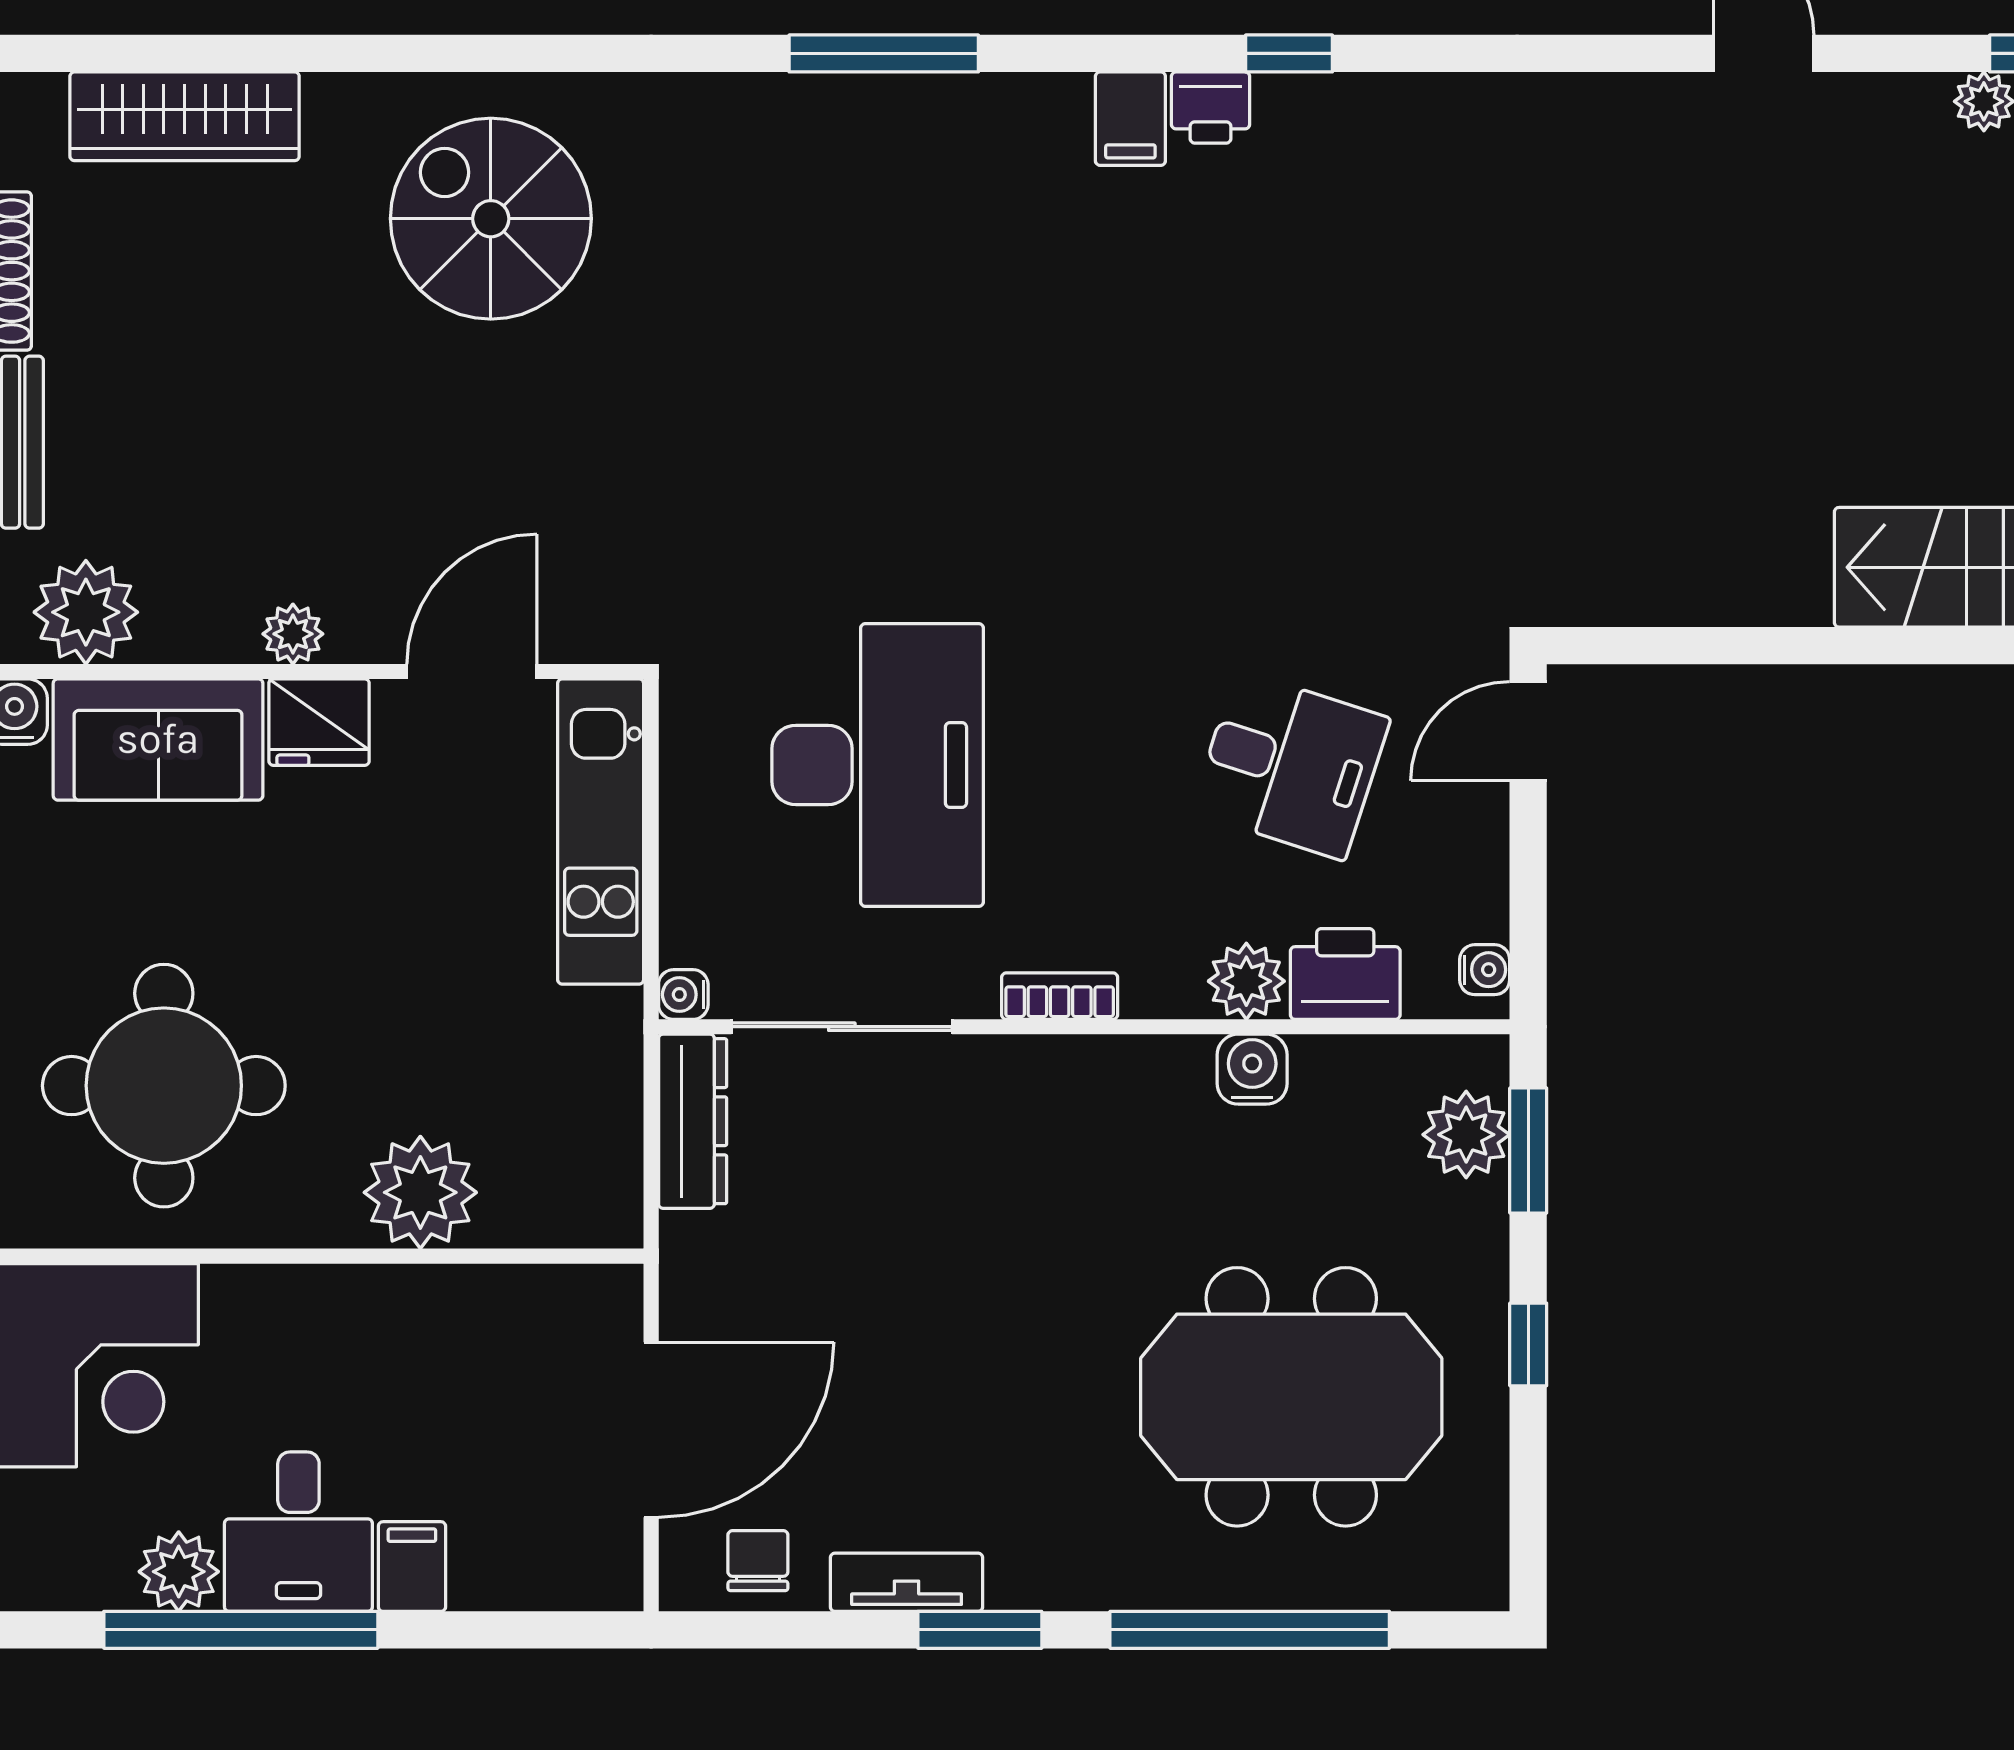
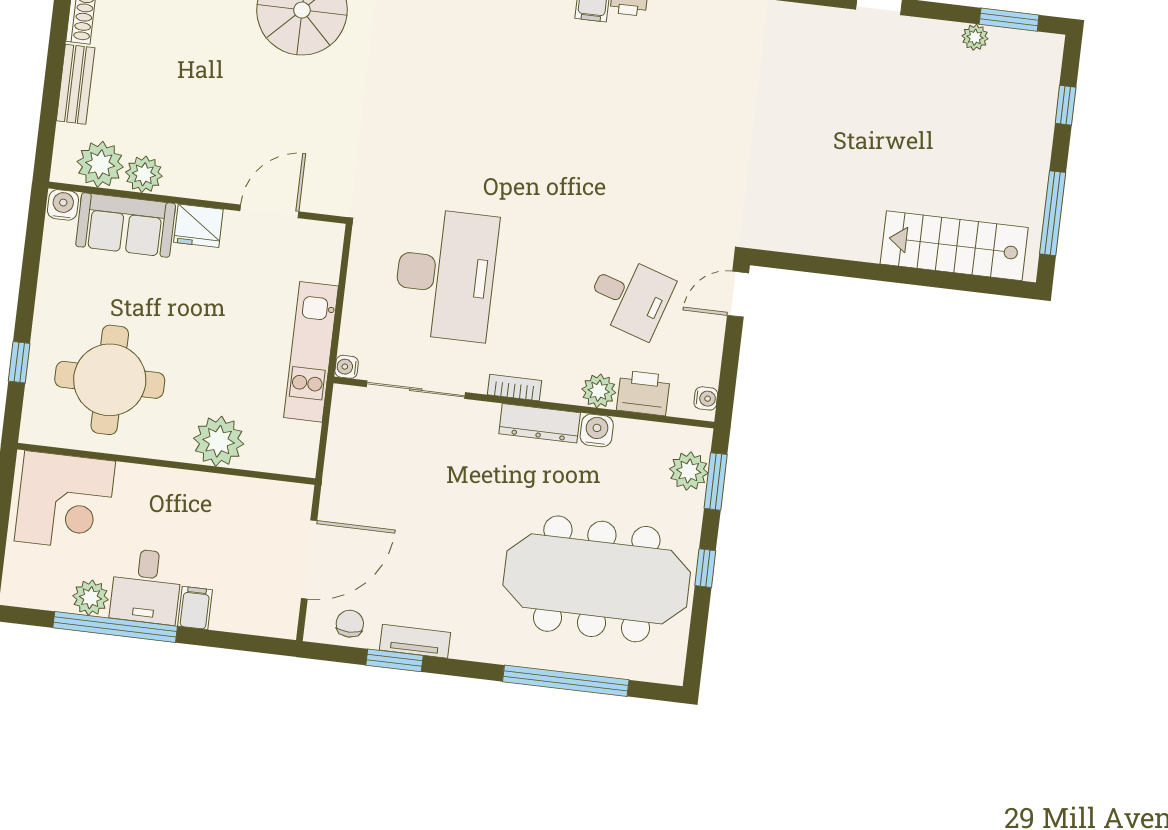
plant: (293, 634) -> (144, 174), moved, width x1.38, depth x1.38
kitchen unit: (601, 831) -> (311, 352), moved
dresser: (693, 1121) -> (540, 423), moved, turned 90
meeting table: (1291, 1397) -> (597, 579), width x1.36
window: (980, 1630) -> (395, 660), moved

